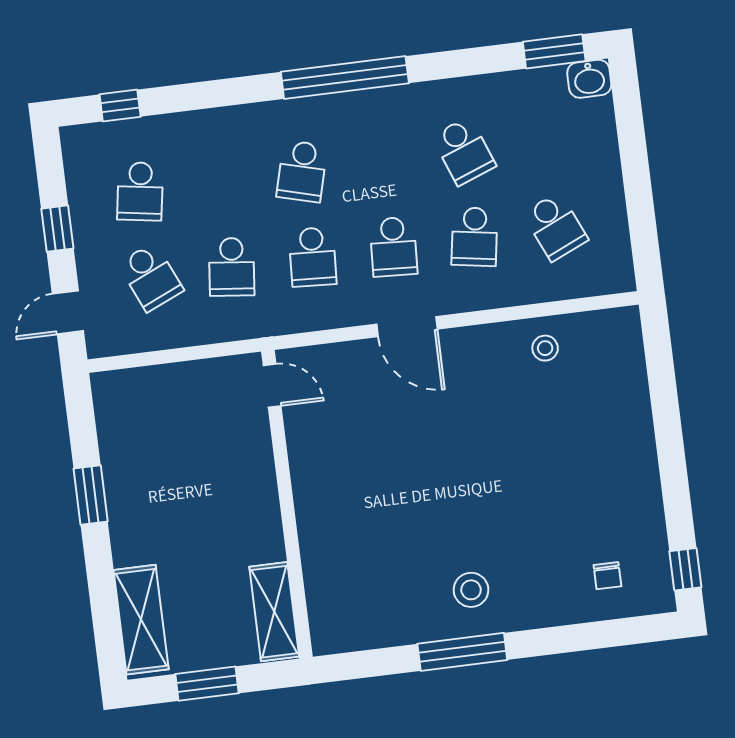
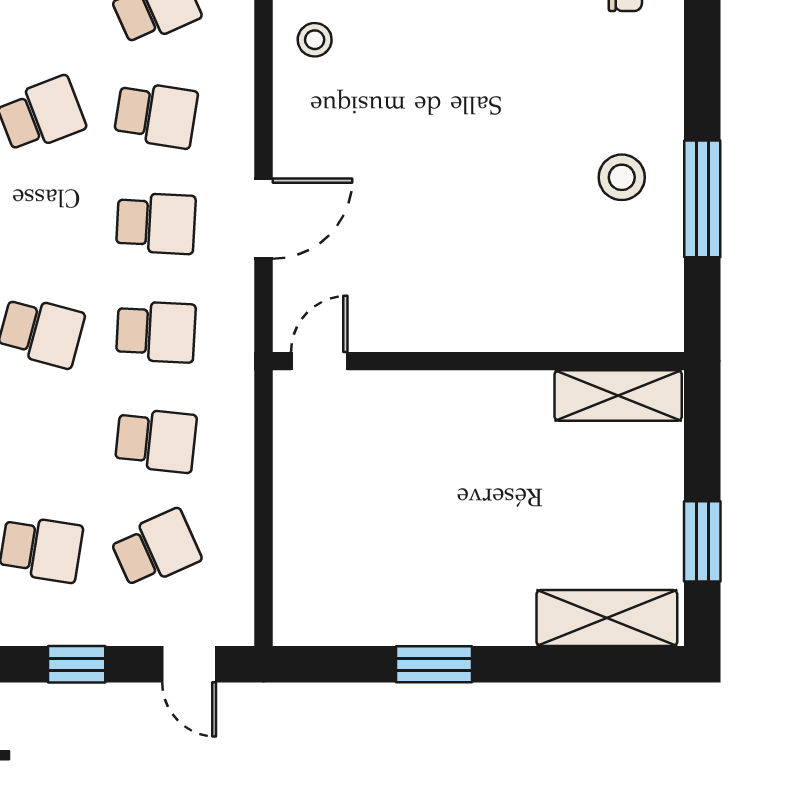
door: (272, 386) -> (319, 361), moved
wall: (287, 504) -> (478, 361), moved
shelving: (274, 612) -> (618, 396), moved

